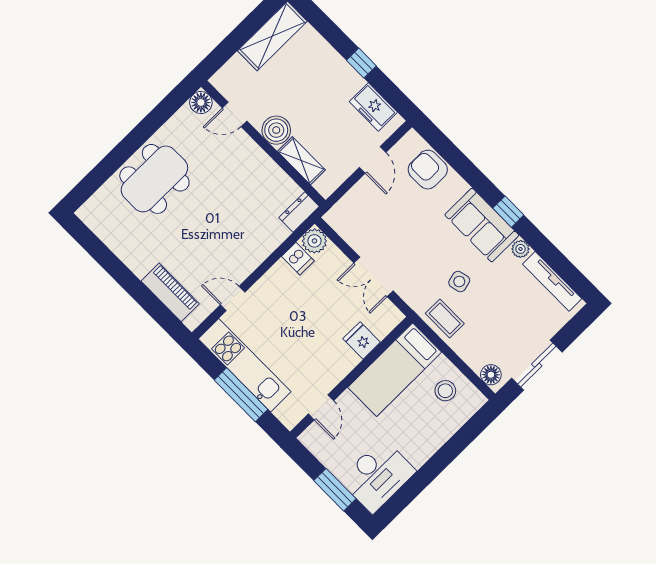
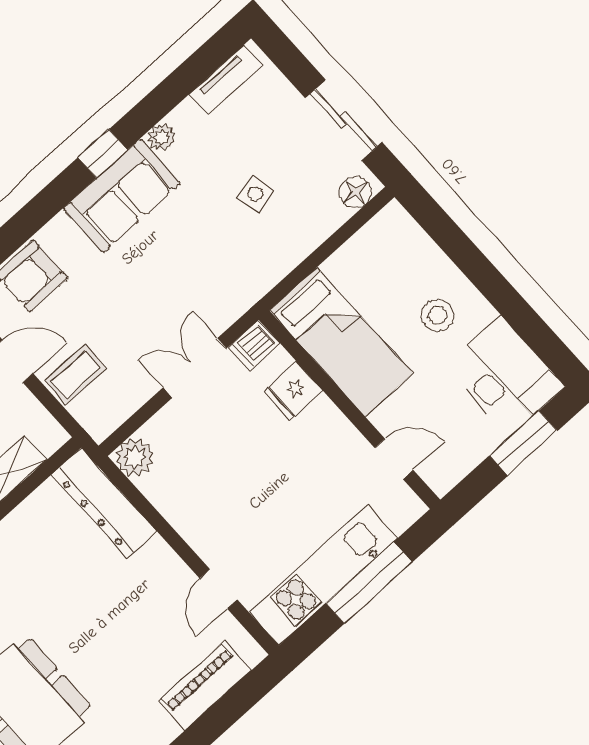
dresser: (299, 212) -> (104, 503), width x1.96, depth x1.24
dishwasher: (298, 259) -> (254, 345), moved, turned 180
double door: (373, 277) -> (195, 368), swing flipped
side table: (459, 281) -> (255, 194), moved
tv unit: (552, 281) -> (226, 80), width x0.71
coffee table: (445, 318) -> (76, 375), moved
stool: (445, 391) -> (437, 315), moved

